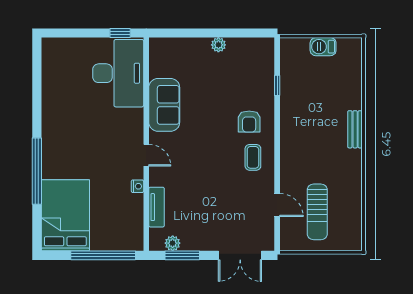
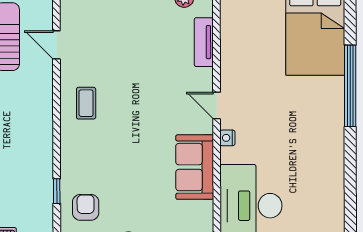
armchair: (249, 121) -> (86, 207), moved
nightstand: (137, 186) -> (227, 138), moved

